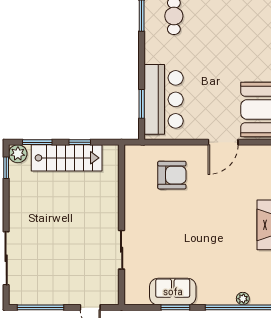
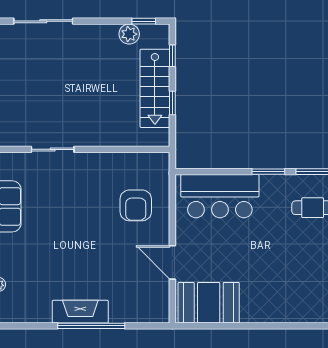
window: (142, 104) -> (268, 172), moved
window: (37, 142) -> (172, 56), width x0.67
plant: (18, 154) -> (129, 34), moved

